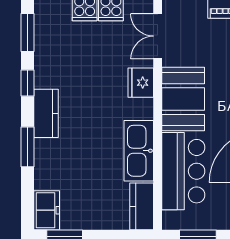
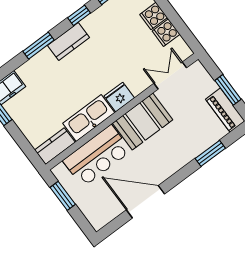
fridge: (141, 83) -> (119, 97), moved

